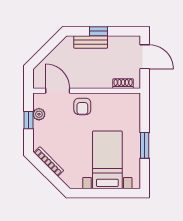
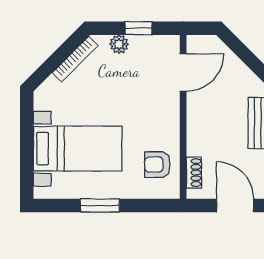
door: (145, 57) -> (235, 205), swing flipped
armchair: (82, 106) -> (157, 165), moved
plant: (39, 114) -> (119, 44), moved

